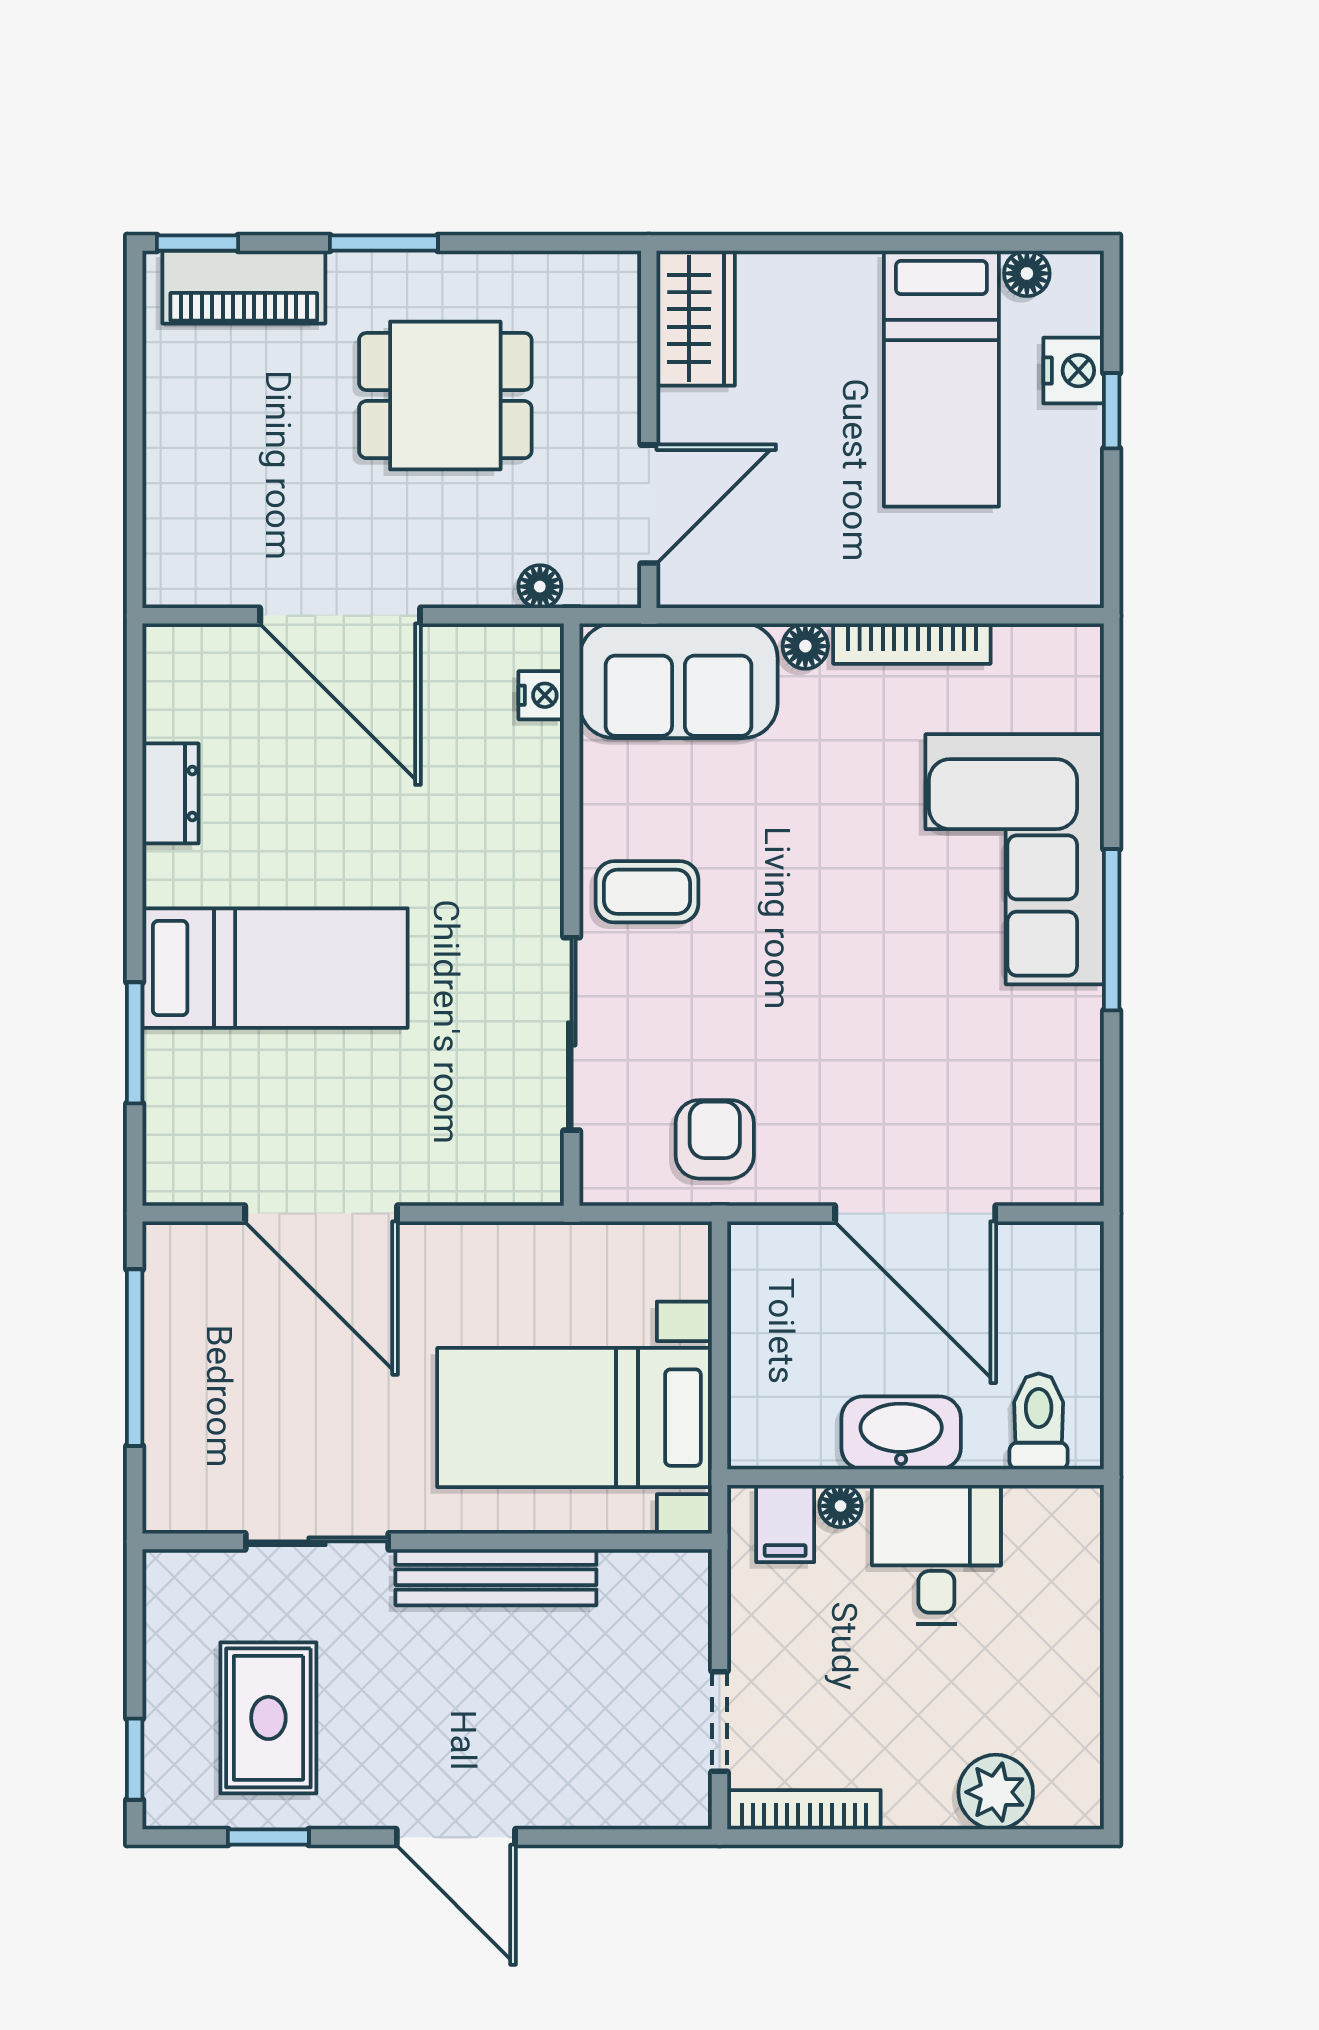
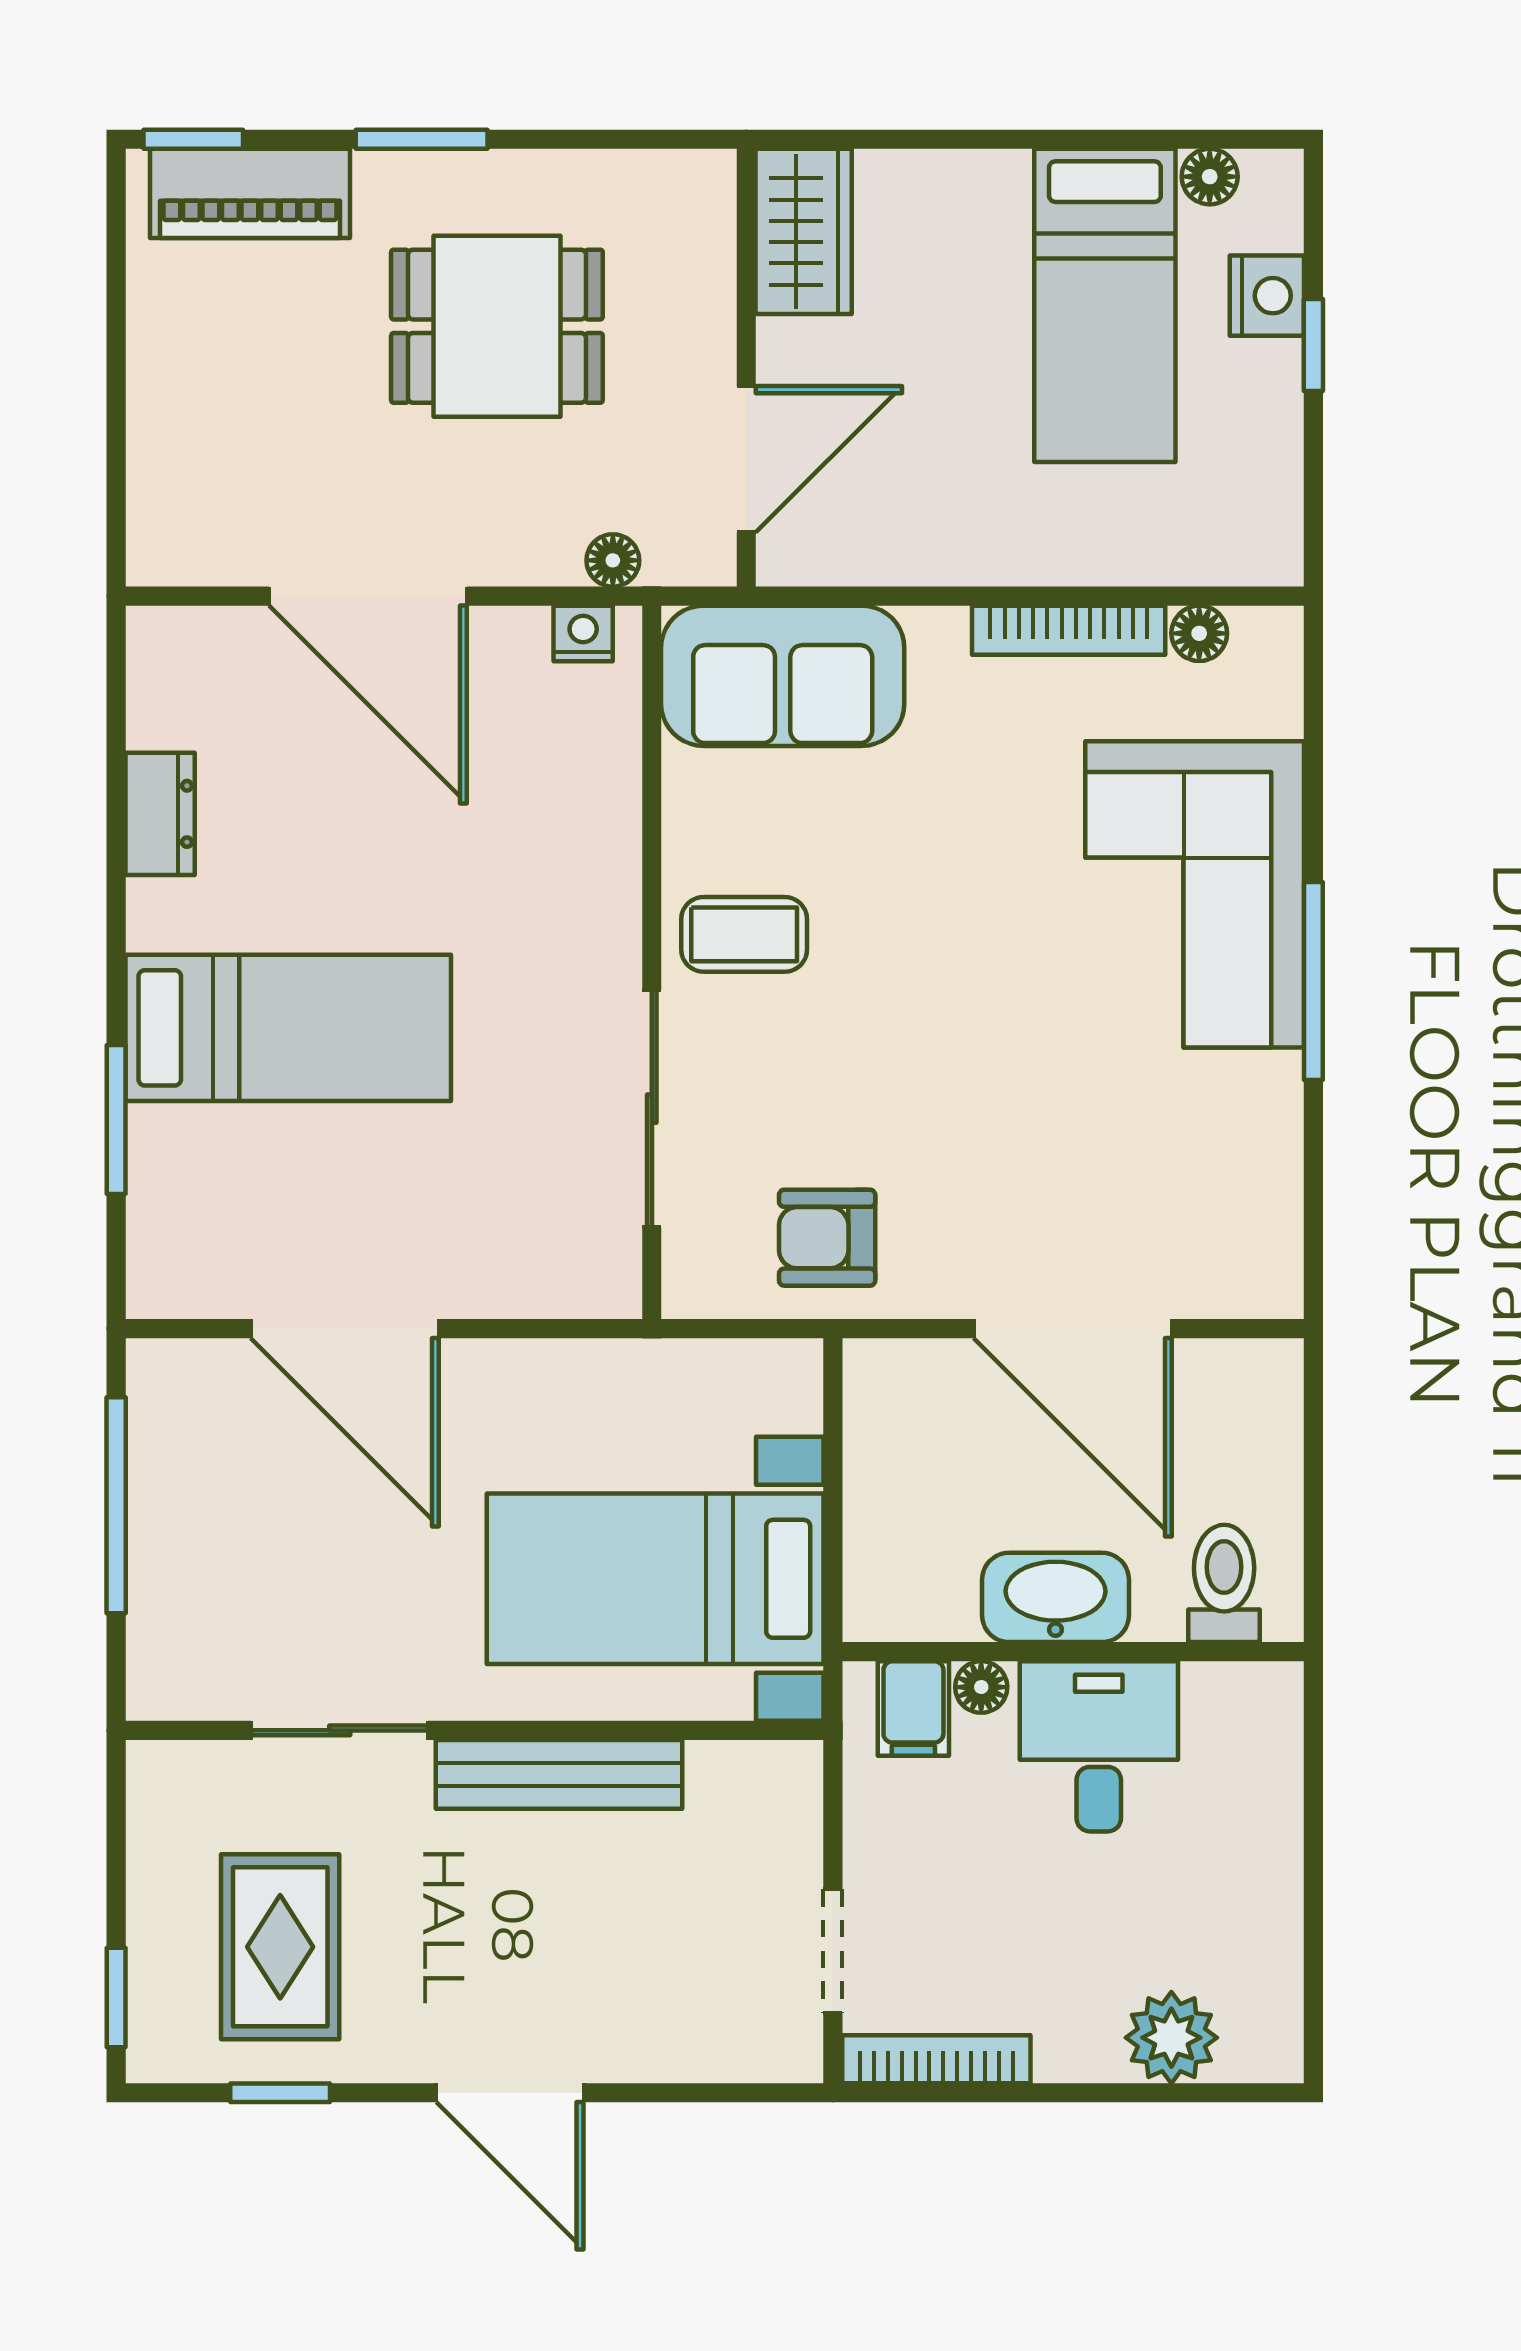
floor lamp: (805, 646) -> (1199, 633), moved
nightstand: (541, 695) -> (583, 633), moved, turned -90
armchair: (715, 1139) -> (827, 1238), turned -90

